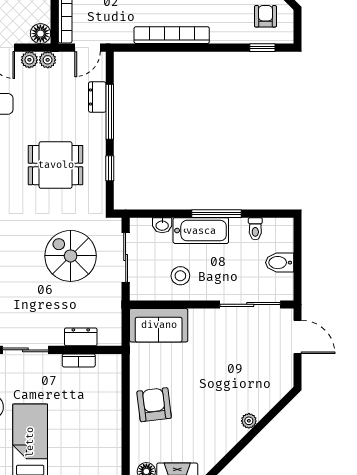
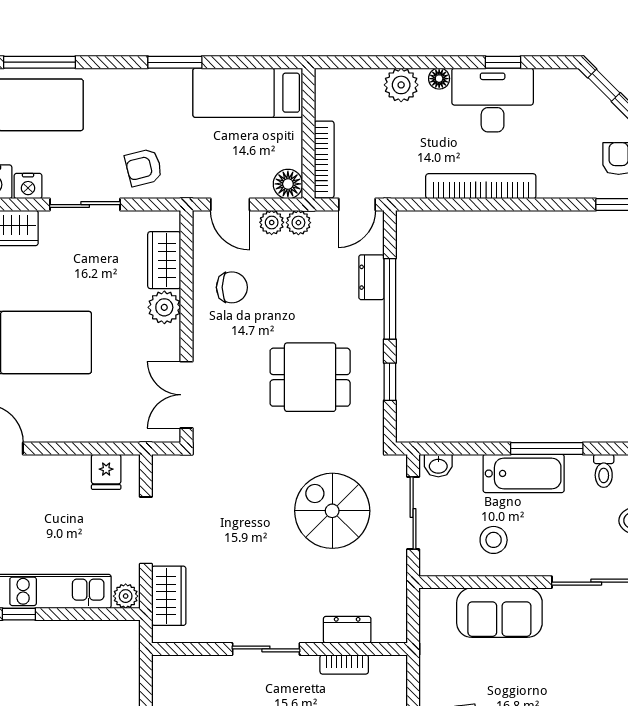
washbasin: (162, 225) -> (438, 466), moved
sofa: (159, 325) -> (499, 613), moved

